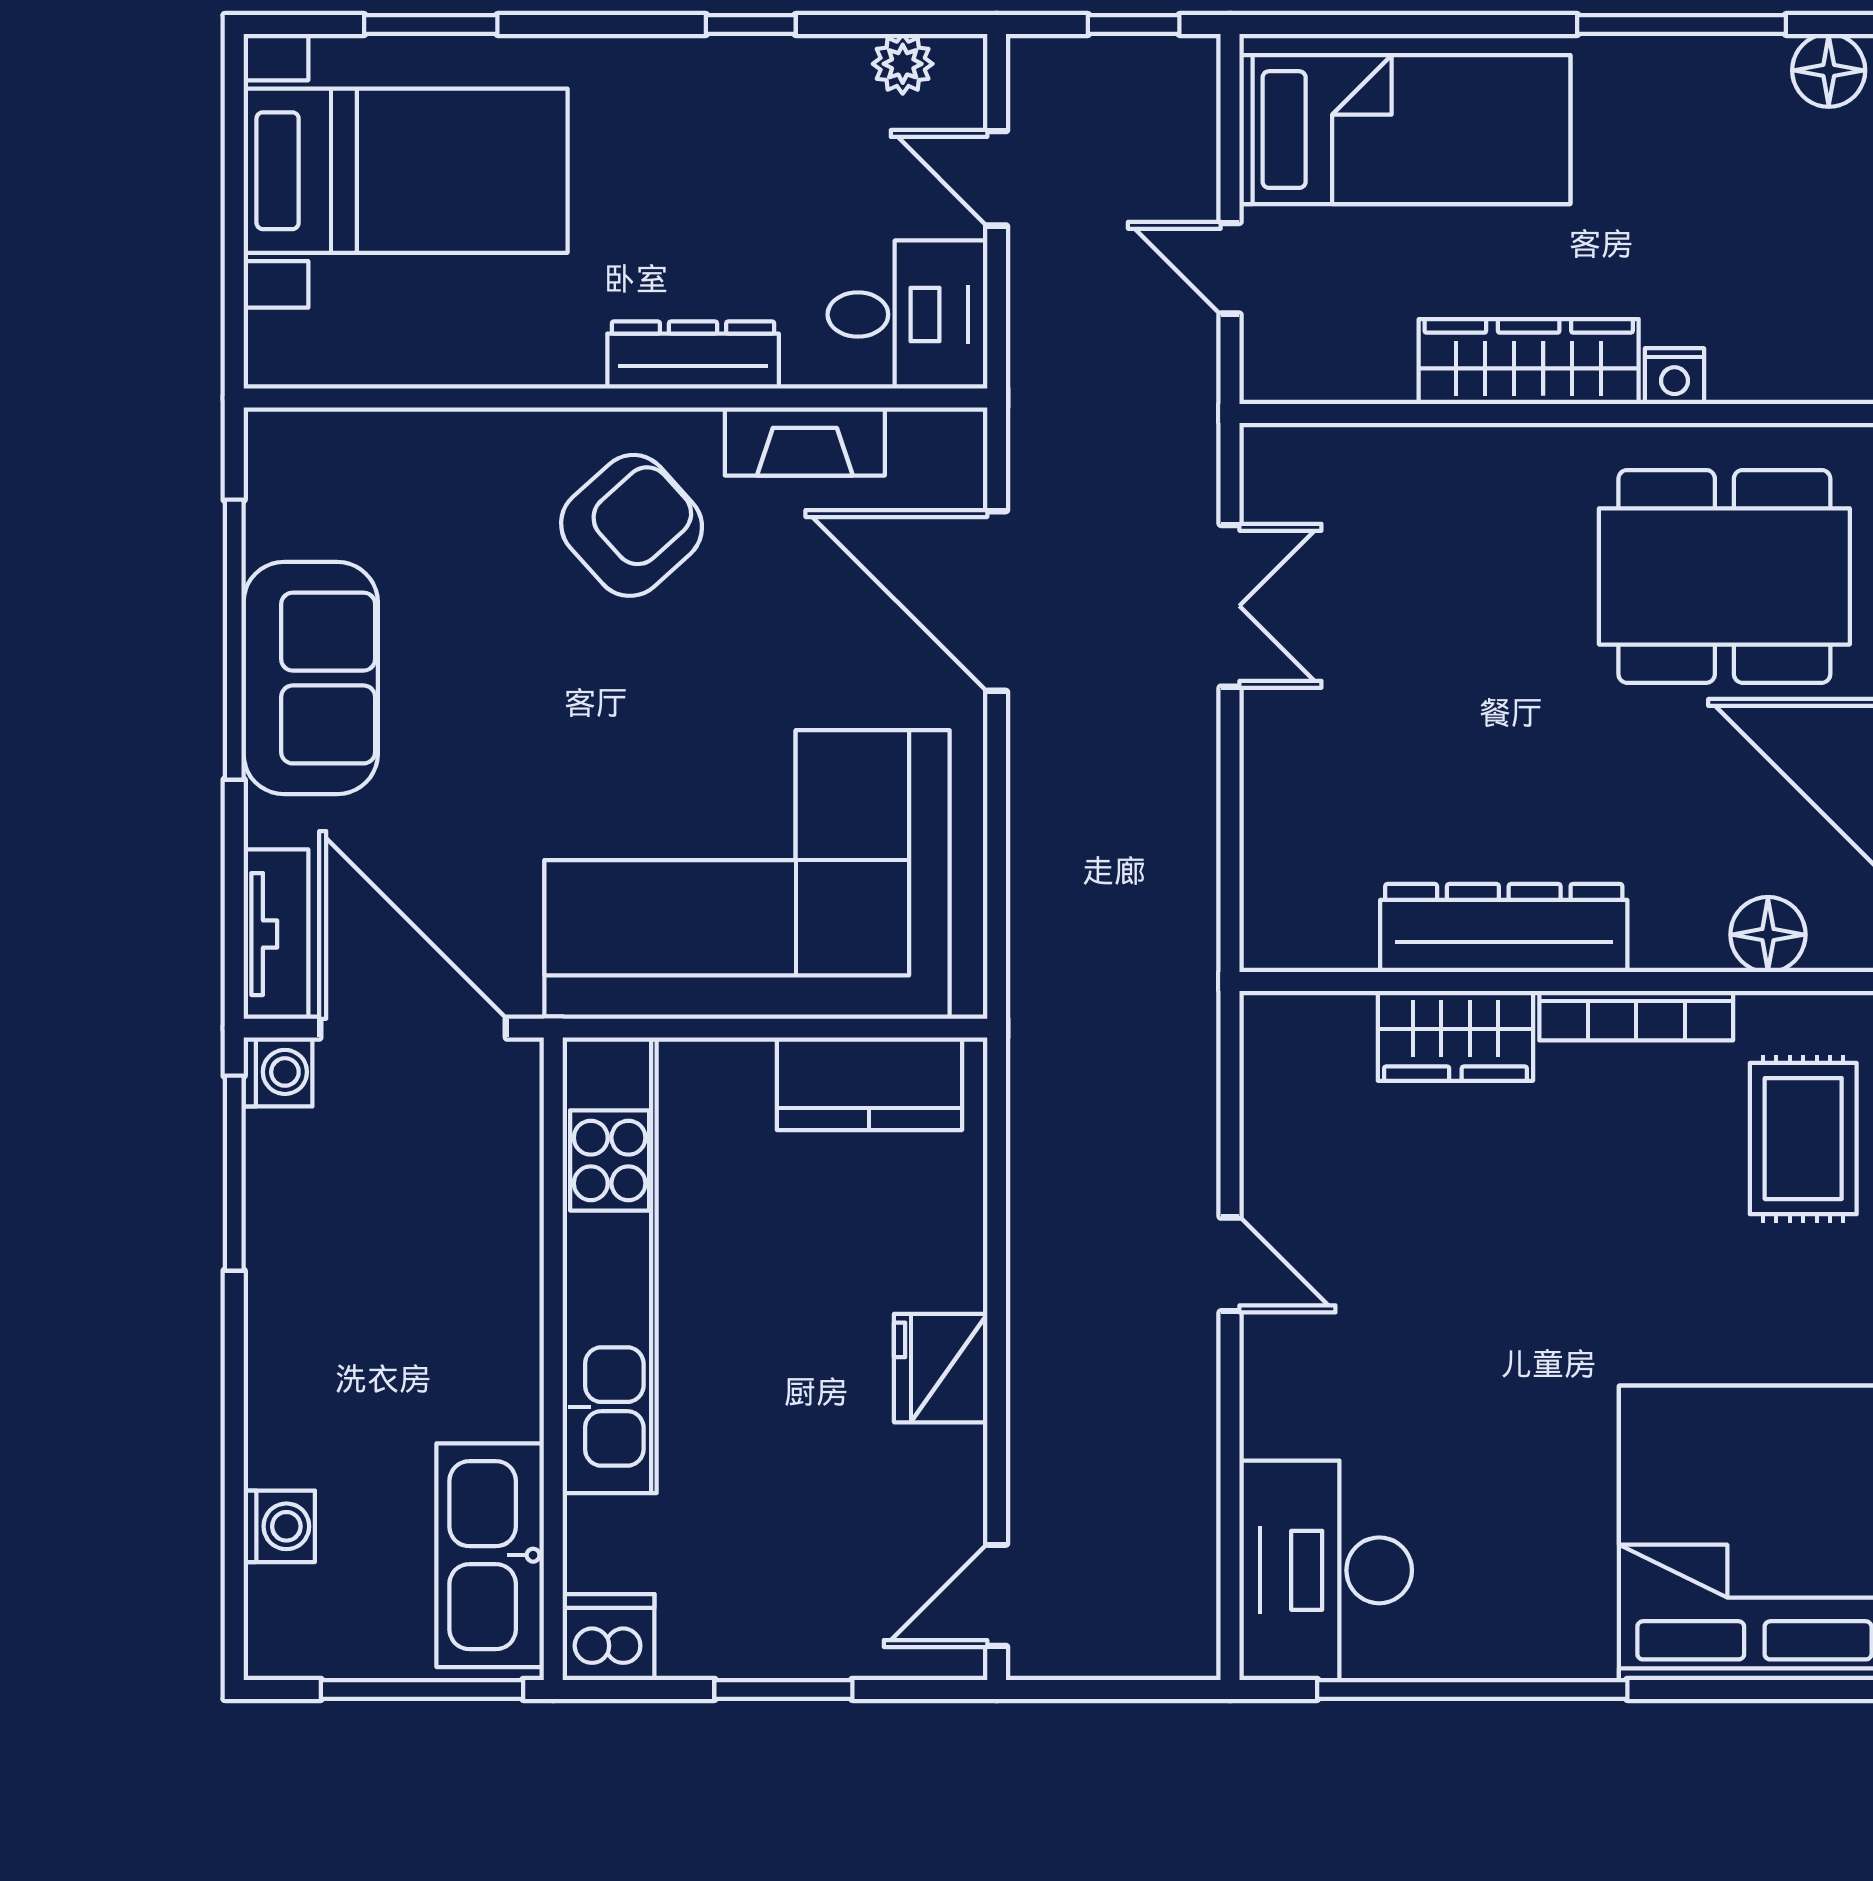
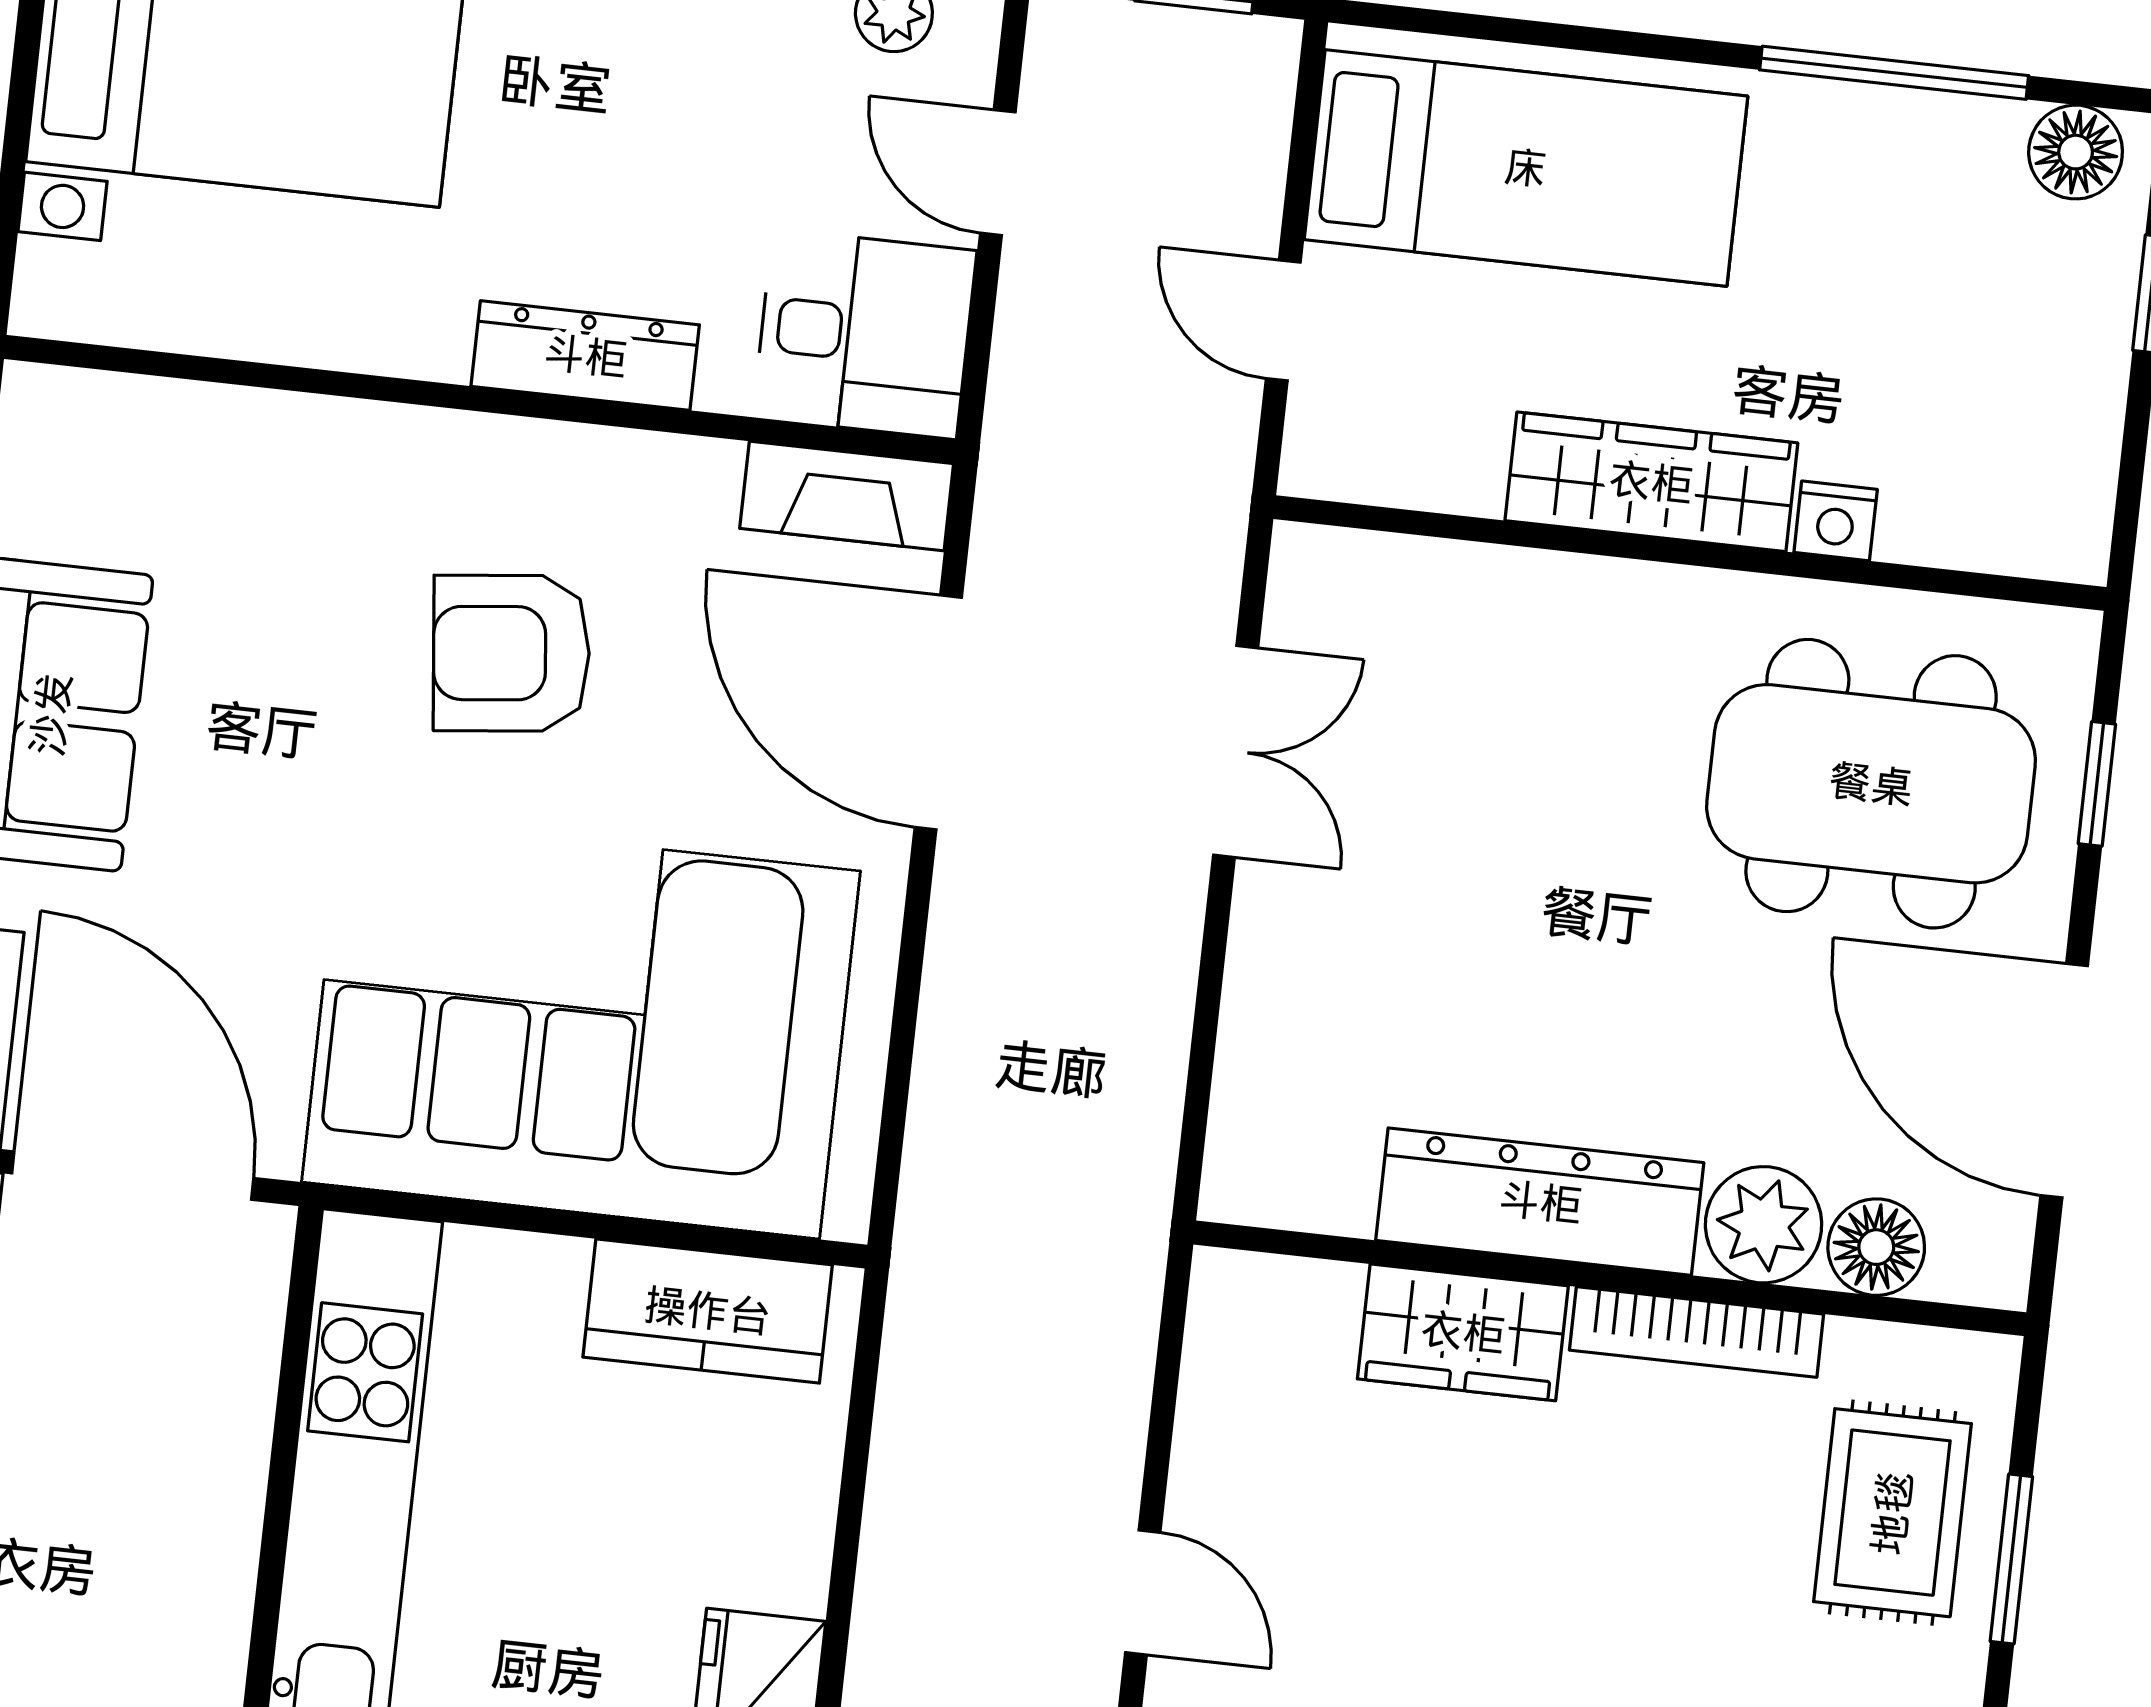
fireplace: (805, 441) -> (847, 496), moved
armchair: (632, 525) -> (511, 653), moved, turned -144
plant: (1679, 927) -> (1764, 1225), added

